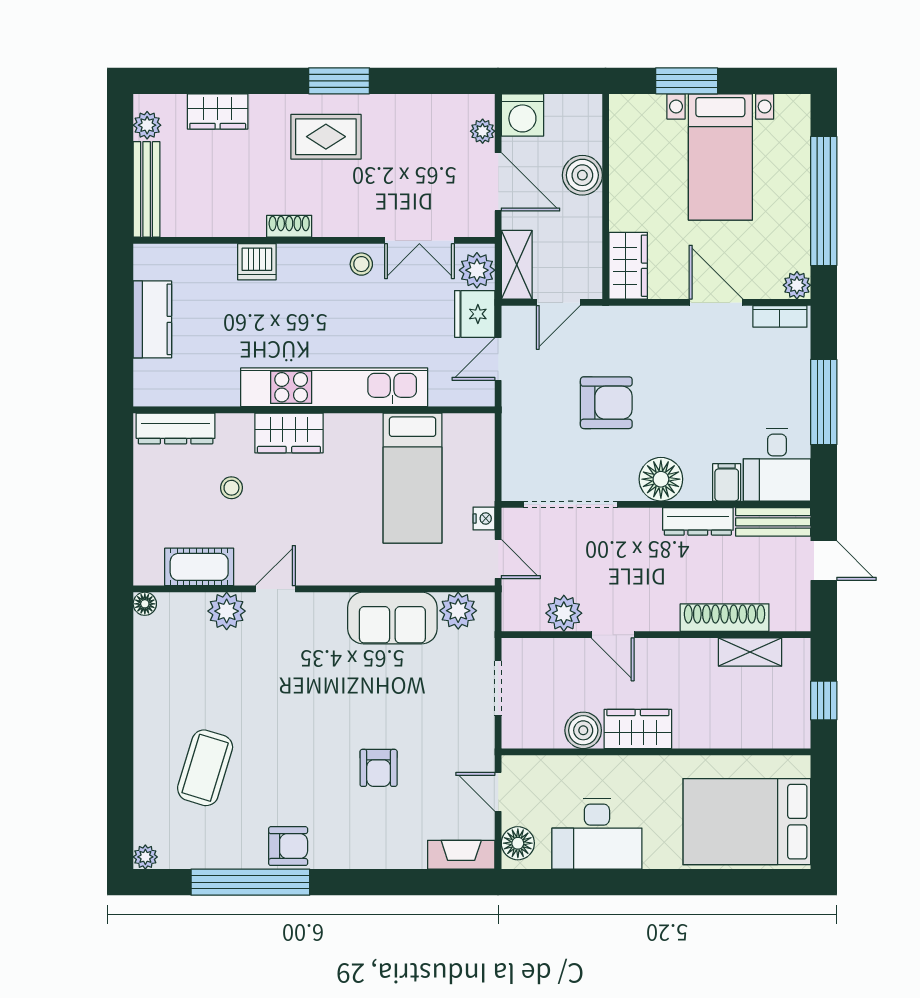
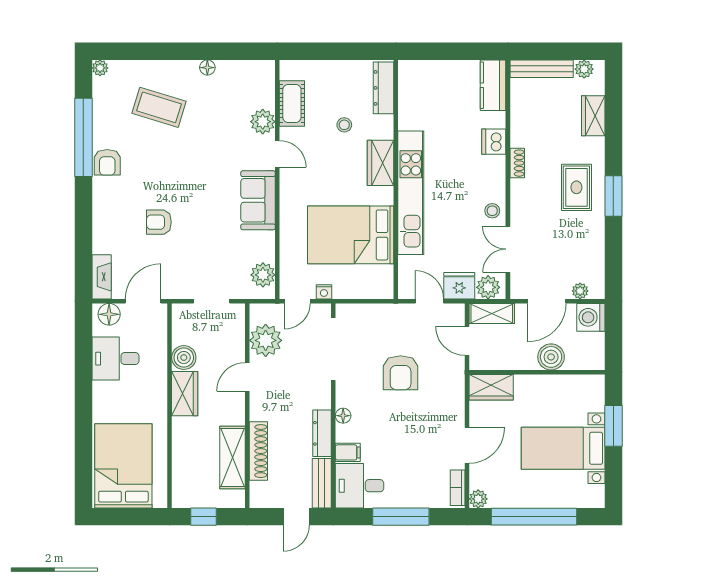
kitchen counter: (152, 319) -> (493, 85), moved, turned 90
bed: (413, 478) -> (351, 235), width x1.50
floor lamp: (661, 479) -> (343, 416), width x0.53, depth x0.53
floor lamp: (145, 604) -> (207, 68), moved
plant: (564, 613) -> (266, 340), width x1.36, depth x1.36
sofa: (392, 618) -> (258, 200), moved
shelving: (750, 652) -> (232, 457), width x1.50, depth x1.33
door: (498, 792) -> (143, 301), width x1.37
desk: (597, 834) -> (115, 359), width x0.73

